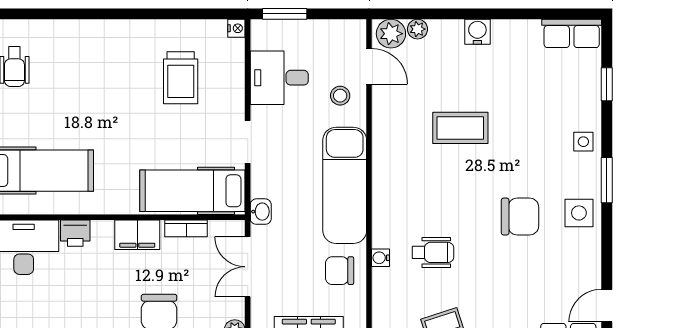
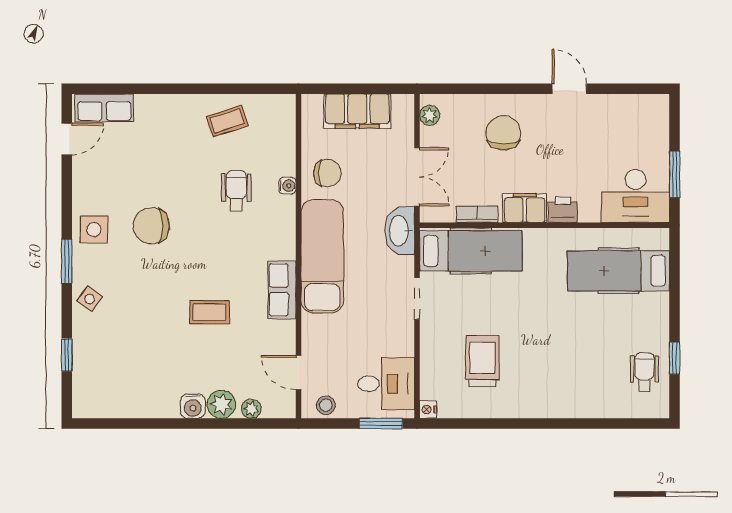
row of seats: (572, 33) -> (282, 290), moved, turned -90
plant: (391, 34) -> (221, 404), moved
desk: (279, 78) -> (386, 384), moved
stool: (340, 96) -> (326, 405), moved
coffee table: (460, 128) -> (209, 312), width x0.73, depth x0.77
side table: (583, 142) -> (90, 299), turned 37
washbasin: (261, 212) -> (400, 231), width x1.91, depth x1.45
printer: (75, 233) -> (563, 210), moved
wheelchair: (433, 252) -> (236, 191), turned 90

